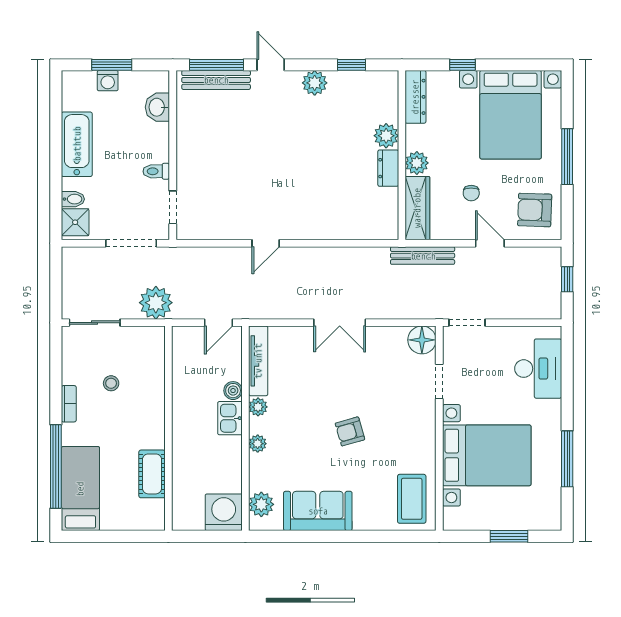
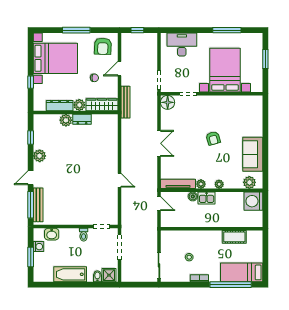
washing machine: (108, 81) -> (38, 247), moved
dresser: (415, 97) -> (60, 106), moved
plant: (156, 303) -> (149, 235), removed
coffee table: (412, 499) -> (247, 107), removed

